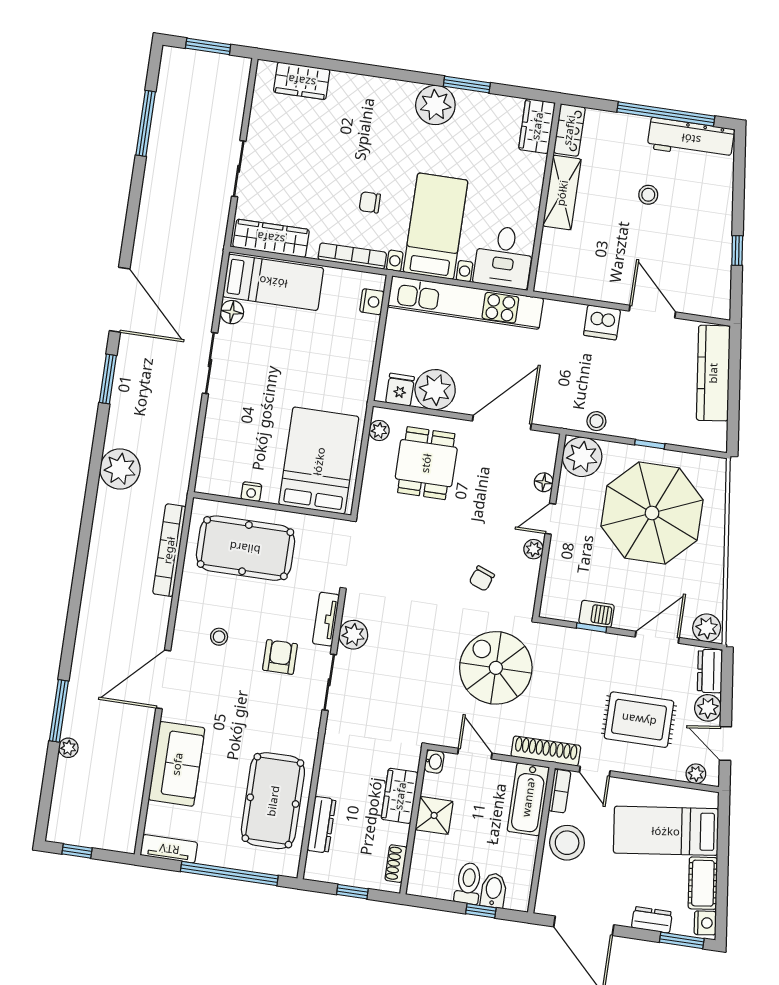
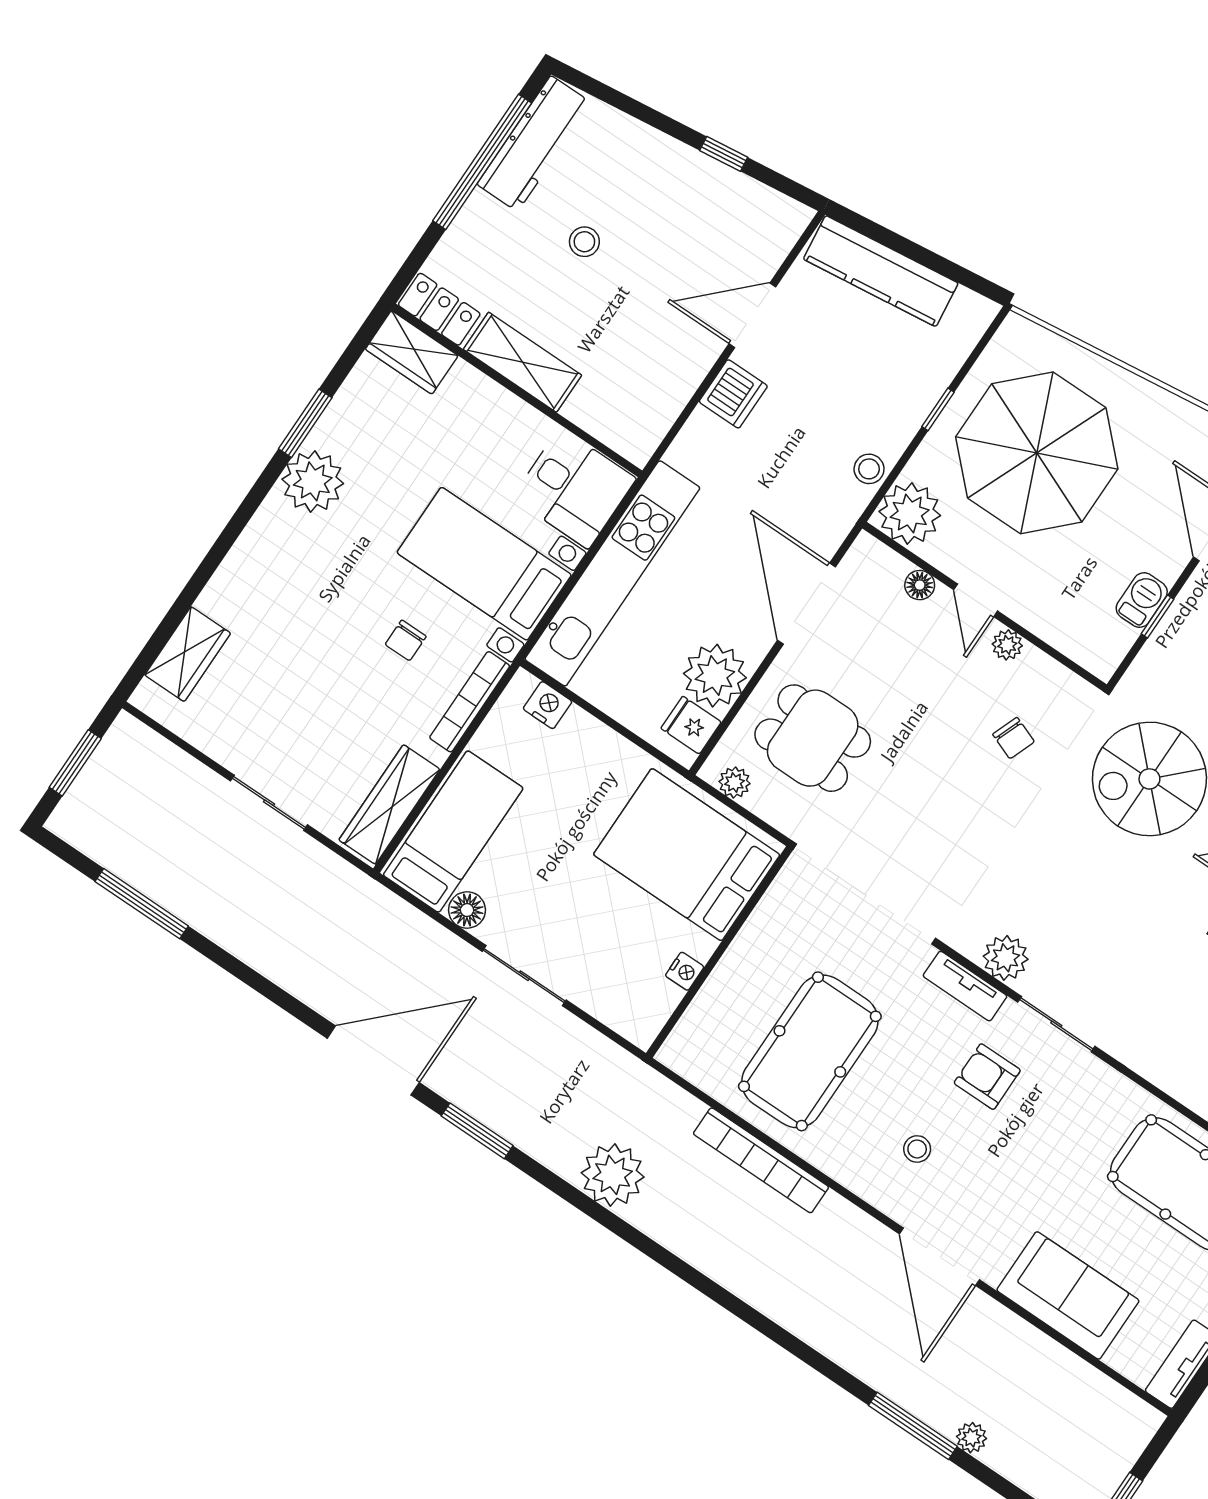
bed: (319, 461) -> (687, 855), moved
nightstand: (251, 492) -> (685, 971), moved
wall: (272, 506) -> (719, 952), moved

